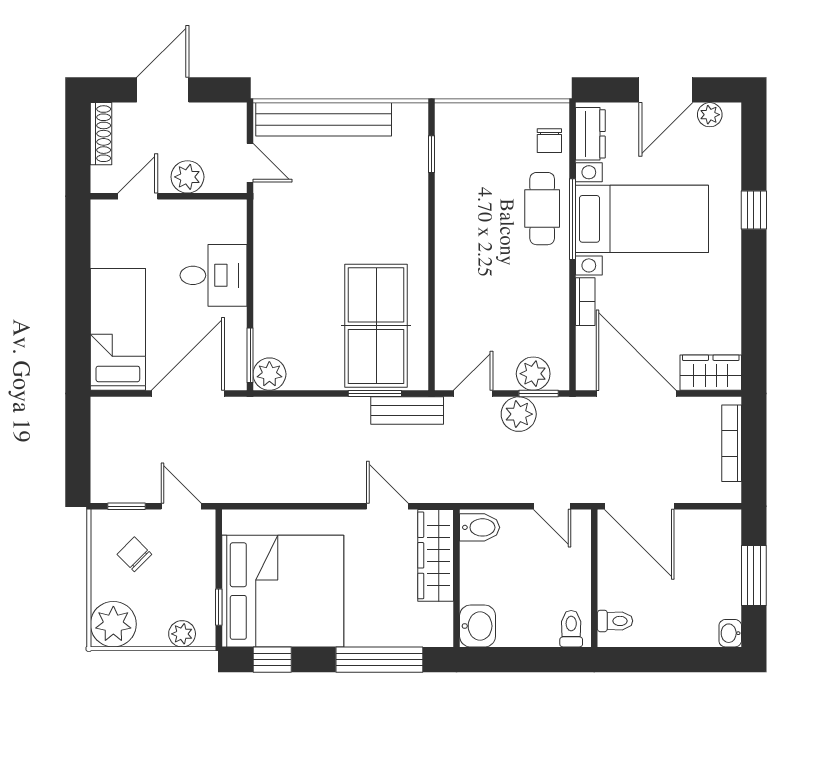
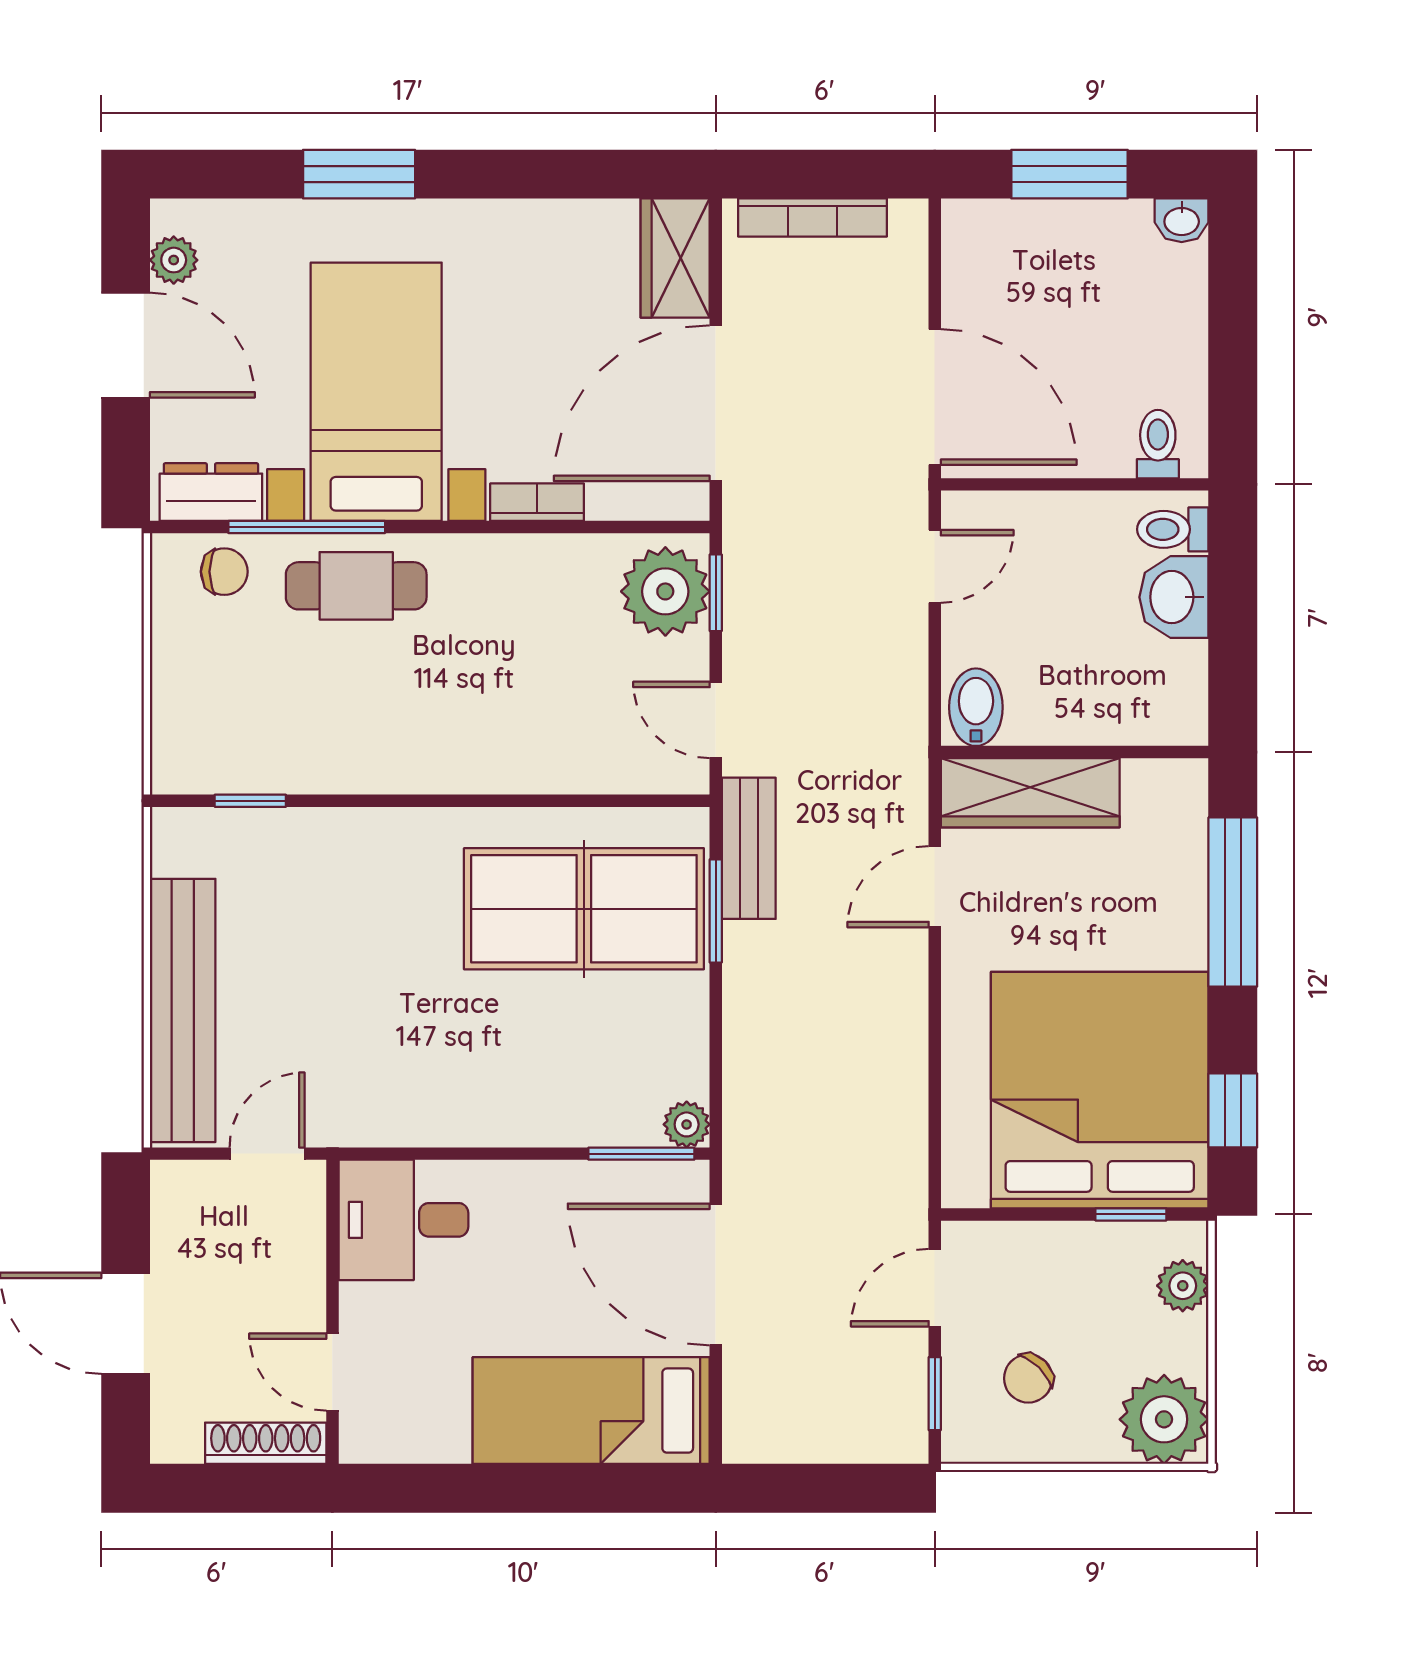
shoe rack: (101, 134) -> (266, 1443), moved
plant: (187, 177) -> (295, 1275), removed
window: (754, 210) -> (359, 174), width x1.50
window: (572, 219) -> (307, 527), moved
desk: (214, 275) -> (403, 1220), moved, turned -90
plant: (269, 374) -> (687, 1124), width x0.73, depth x0.73
plant: (533, 374) -> (665, 591), width x1.36, depth x1.36
plant: (519, 414) -> (756, 631), removed
door: (639, 506) -> (935, 397), hinge flipped
washbasin: (478, 626) -> (1174, 597), moved, turned -90

